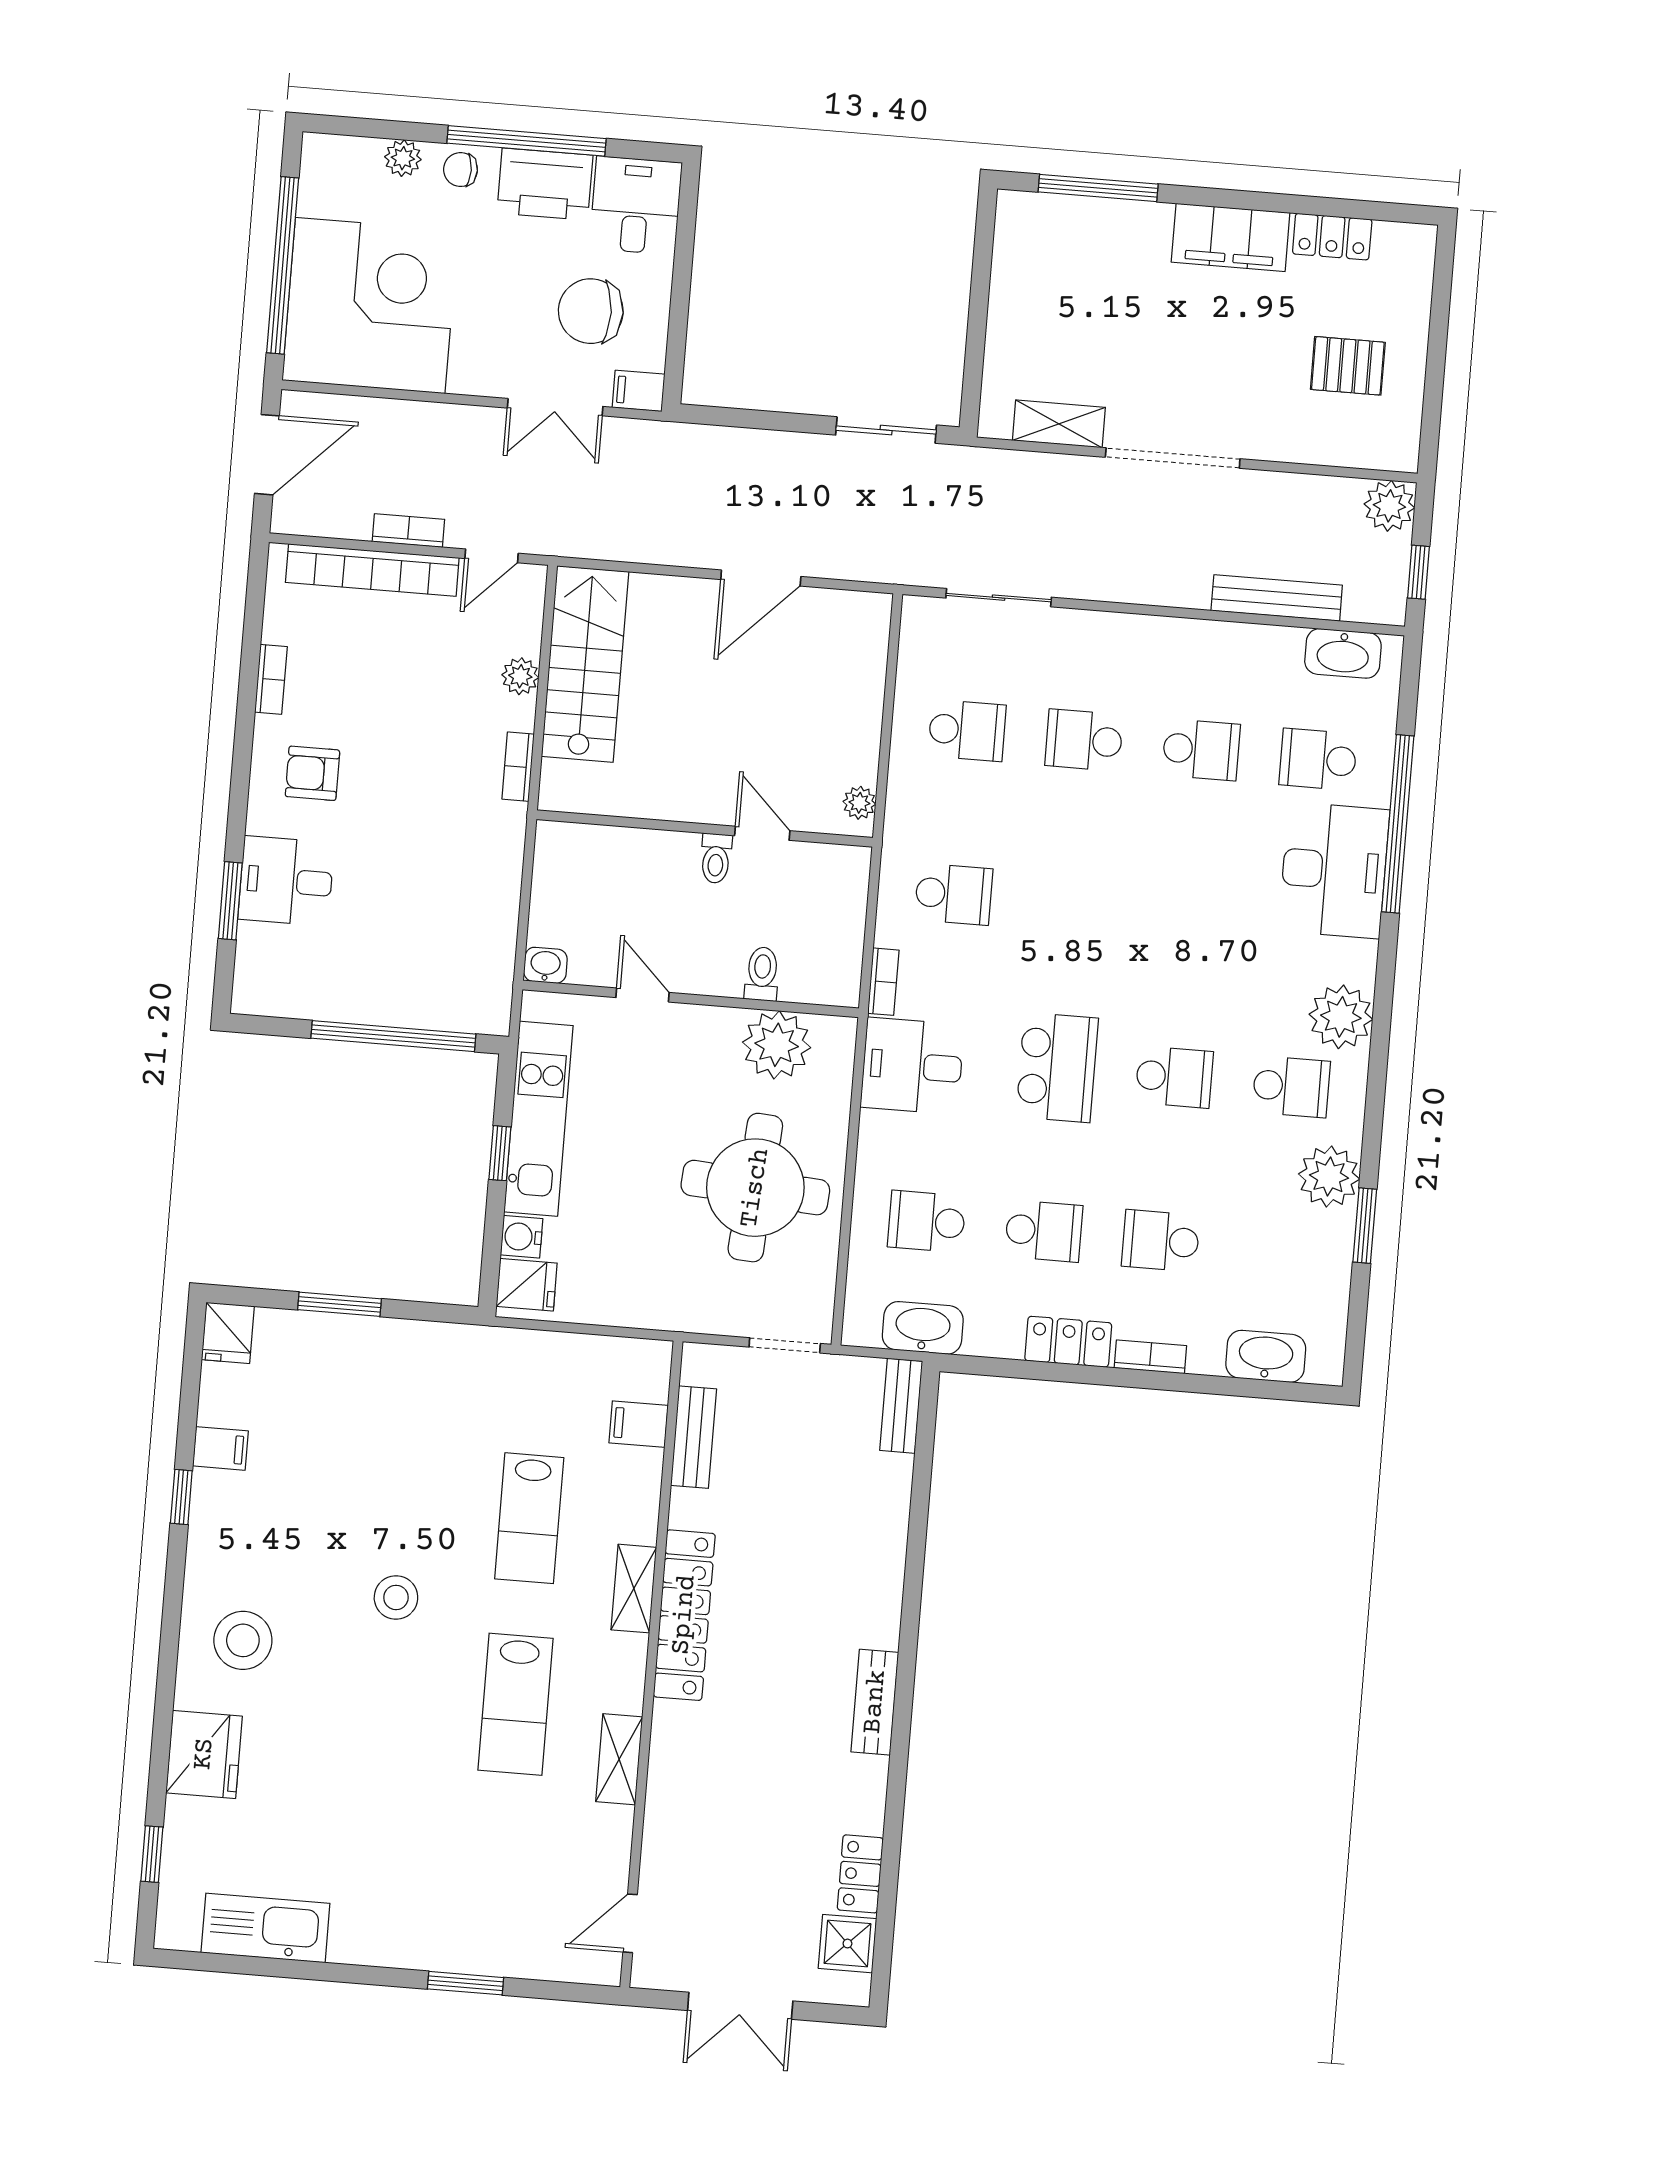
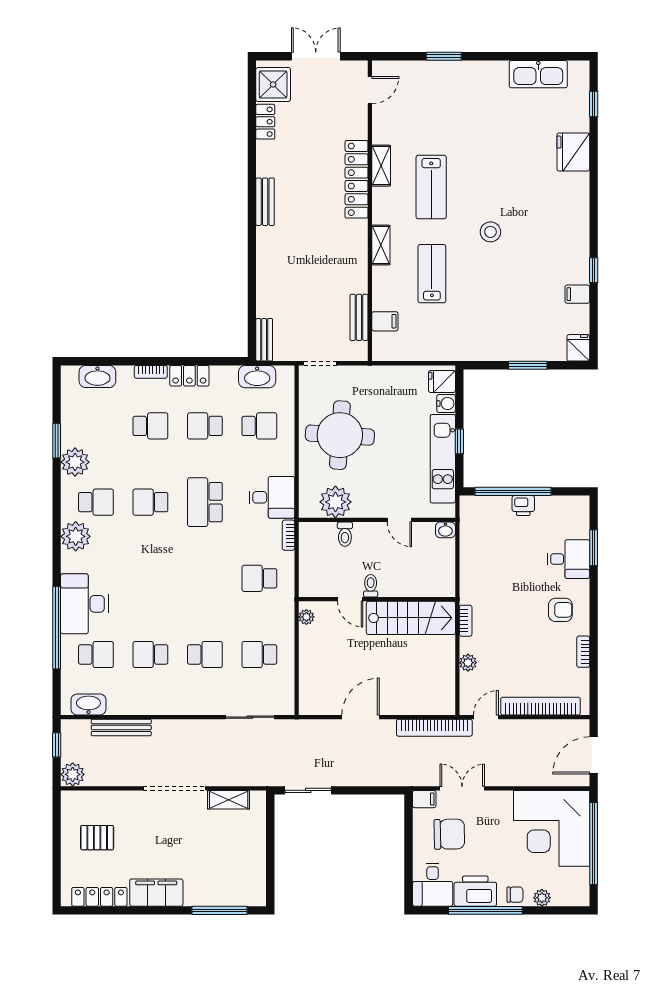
locker: (1332, 237) -> (99, 897), width x1.53
bookcase: (408, 531) -> (434, 728), moved, width x2.31, depth x1.31
stairs: (585, 664) -> (411, 618), moved, turned -90
printer: (374, 1004) -> (523, 506), added
school desk: (1291, 1087) -> (96, 502), turned 180
locker: (684, 1615) -> (357, 179), moved
stool: (243, 1640) -> (560, 206), removed
lab bench: (515, 1704) -> (431, 187), turned 180
shower: (847, 1944) -> (273, 84), width x1.36, depth x1.36

